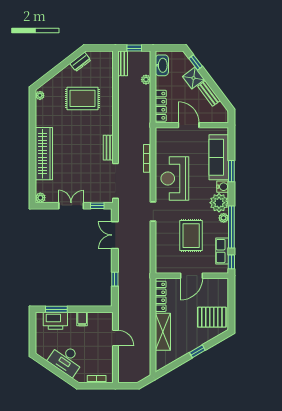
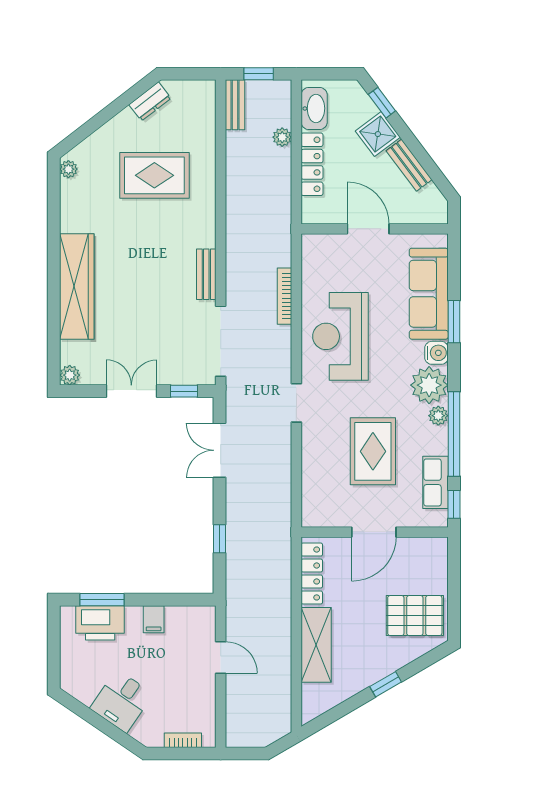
locker: (161, 106) -> (312, 164), moved
desk: (66, 360) -> (122, 701), width x0.73

